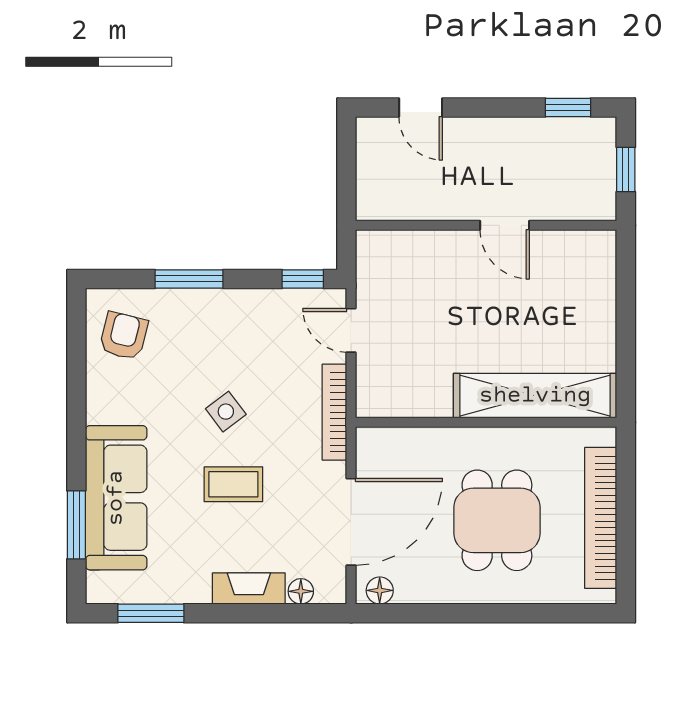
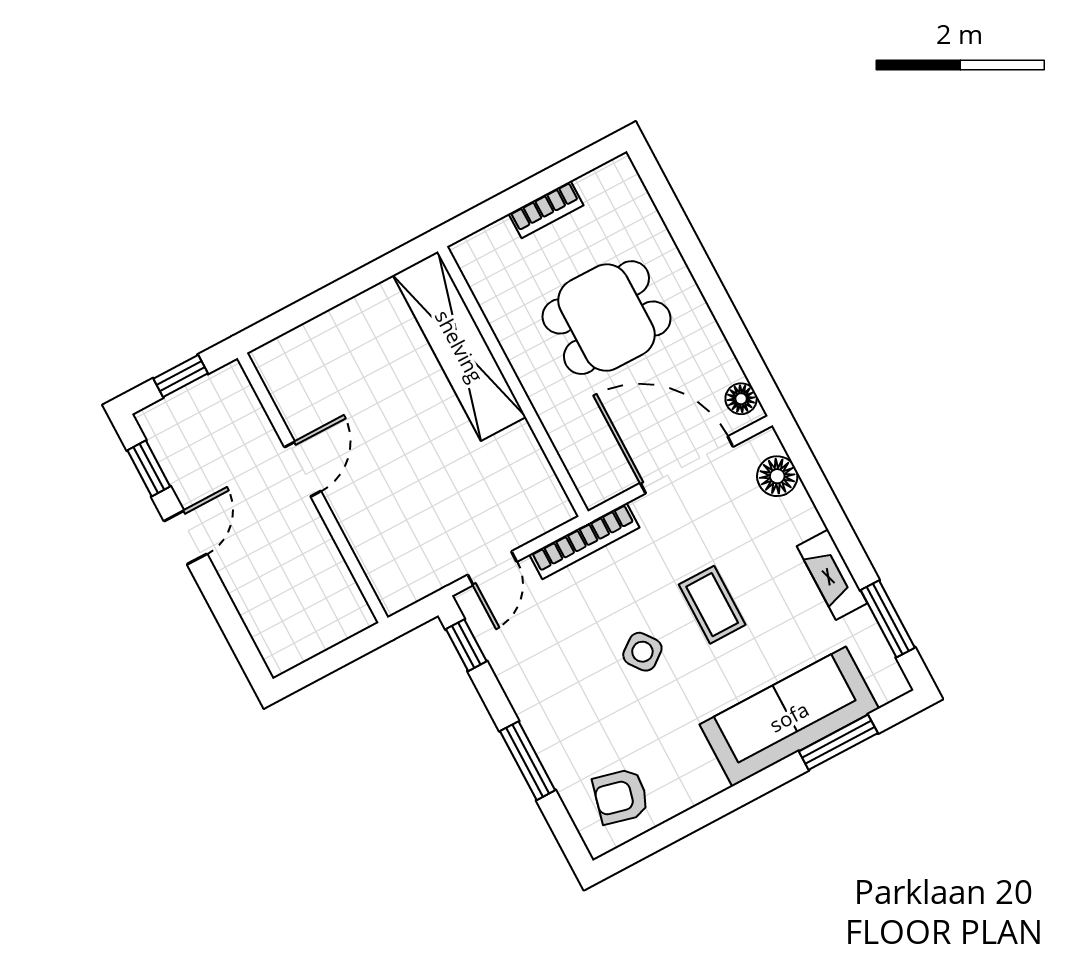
door: (421, 107) -> (185, 537), moved
bookcase: (601, 518) -> (546, 210), width x0.43, depth x0.76
fireplace: (249, 588) -> (832, 575), moved
floor lamp: (301, 591) -> (777, 476), width x1.37, depth x1.37

